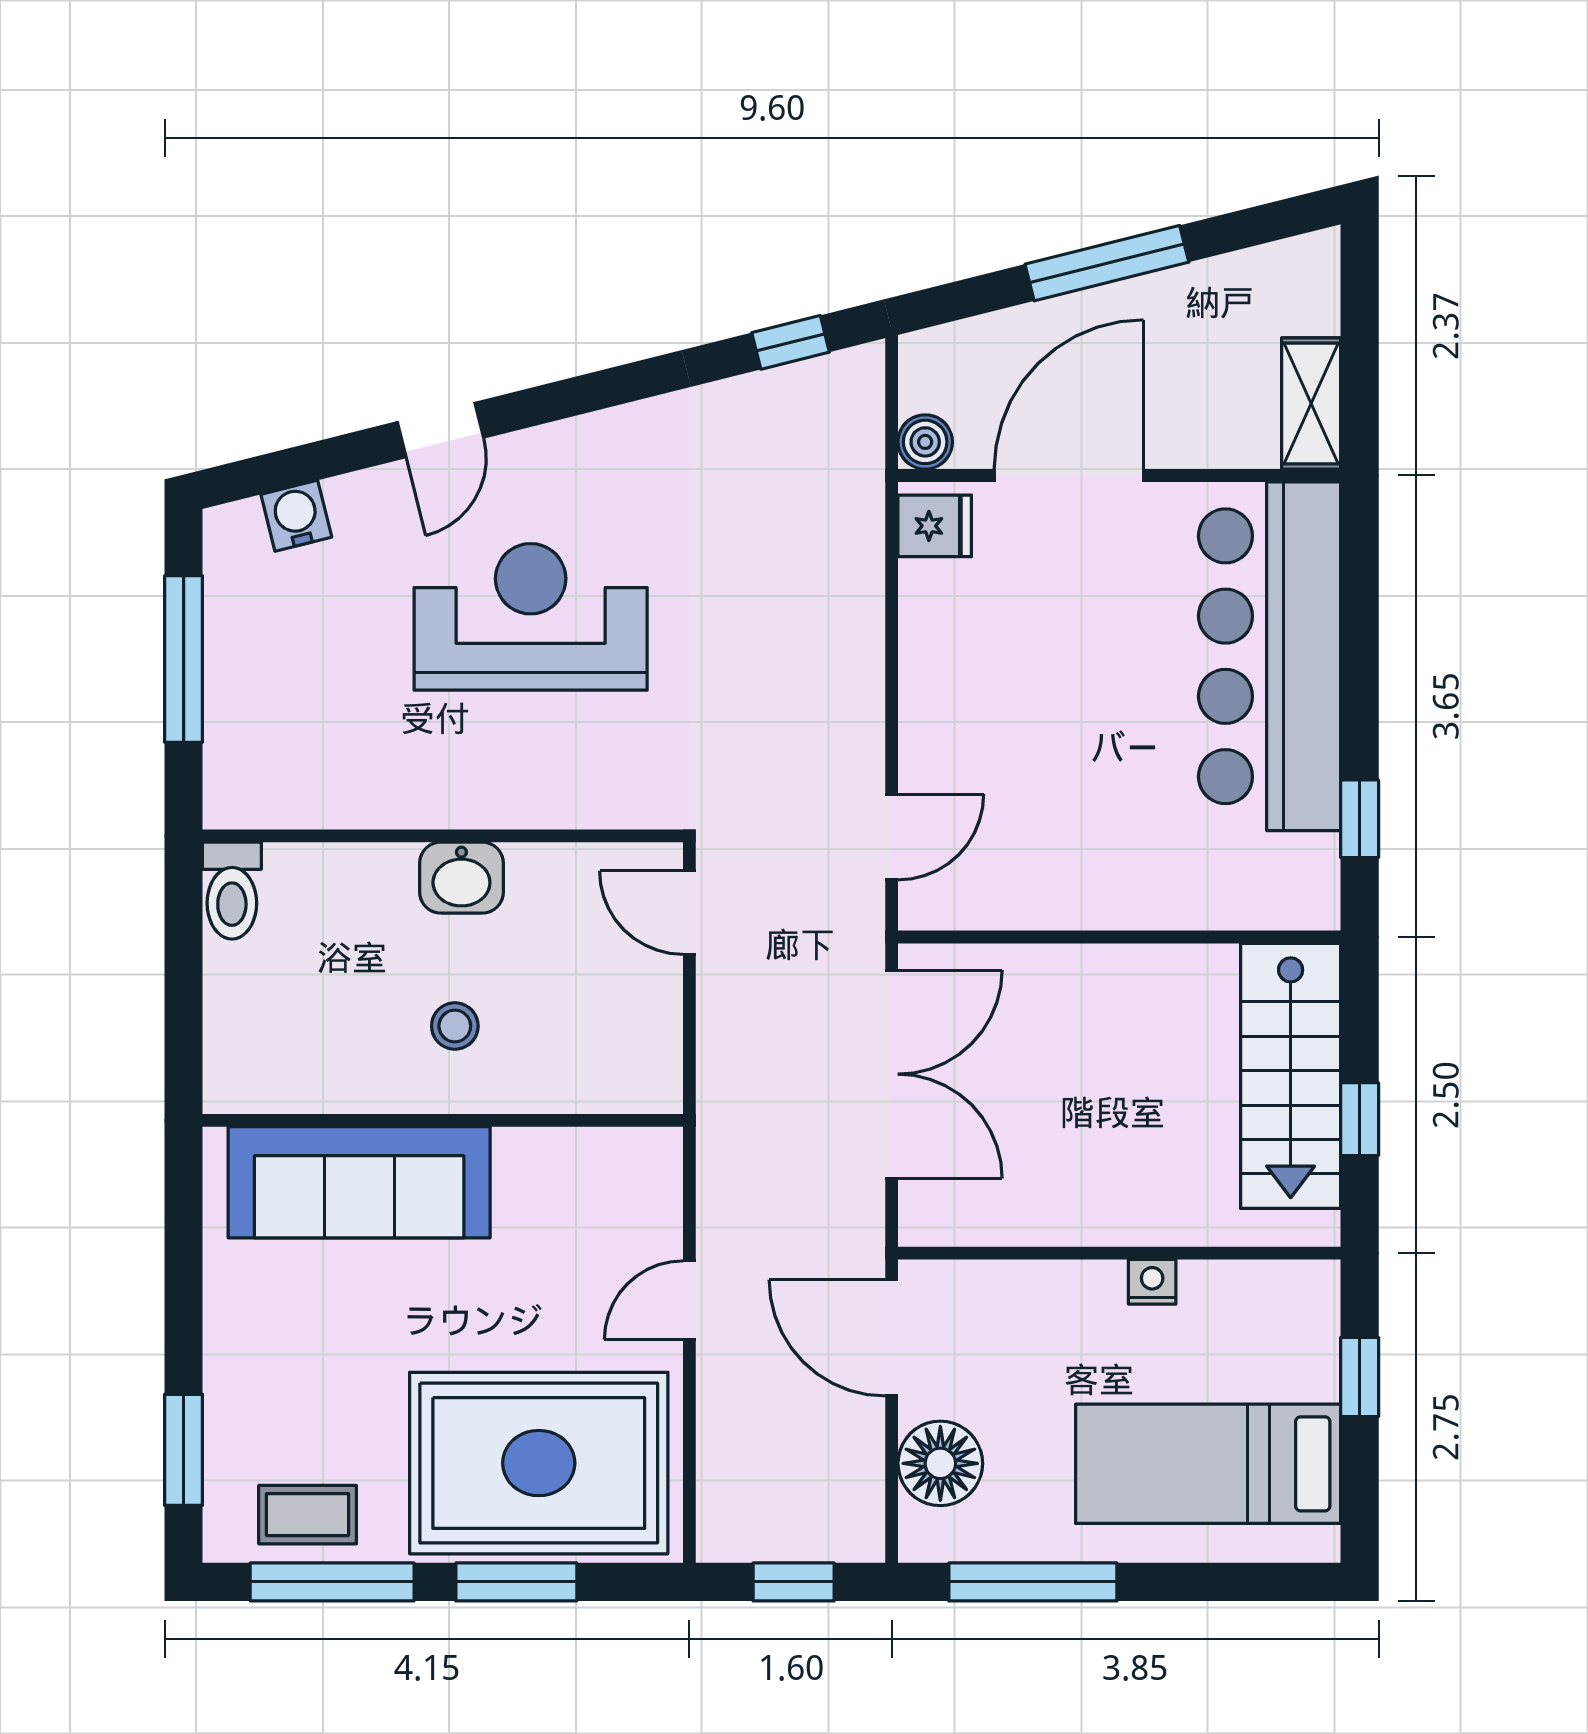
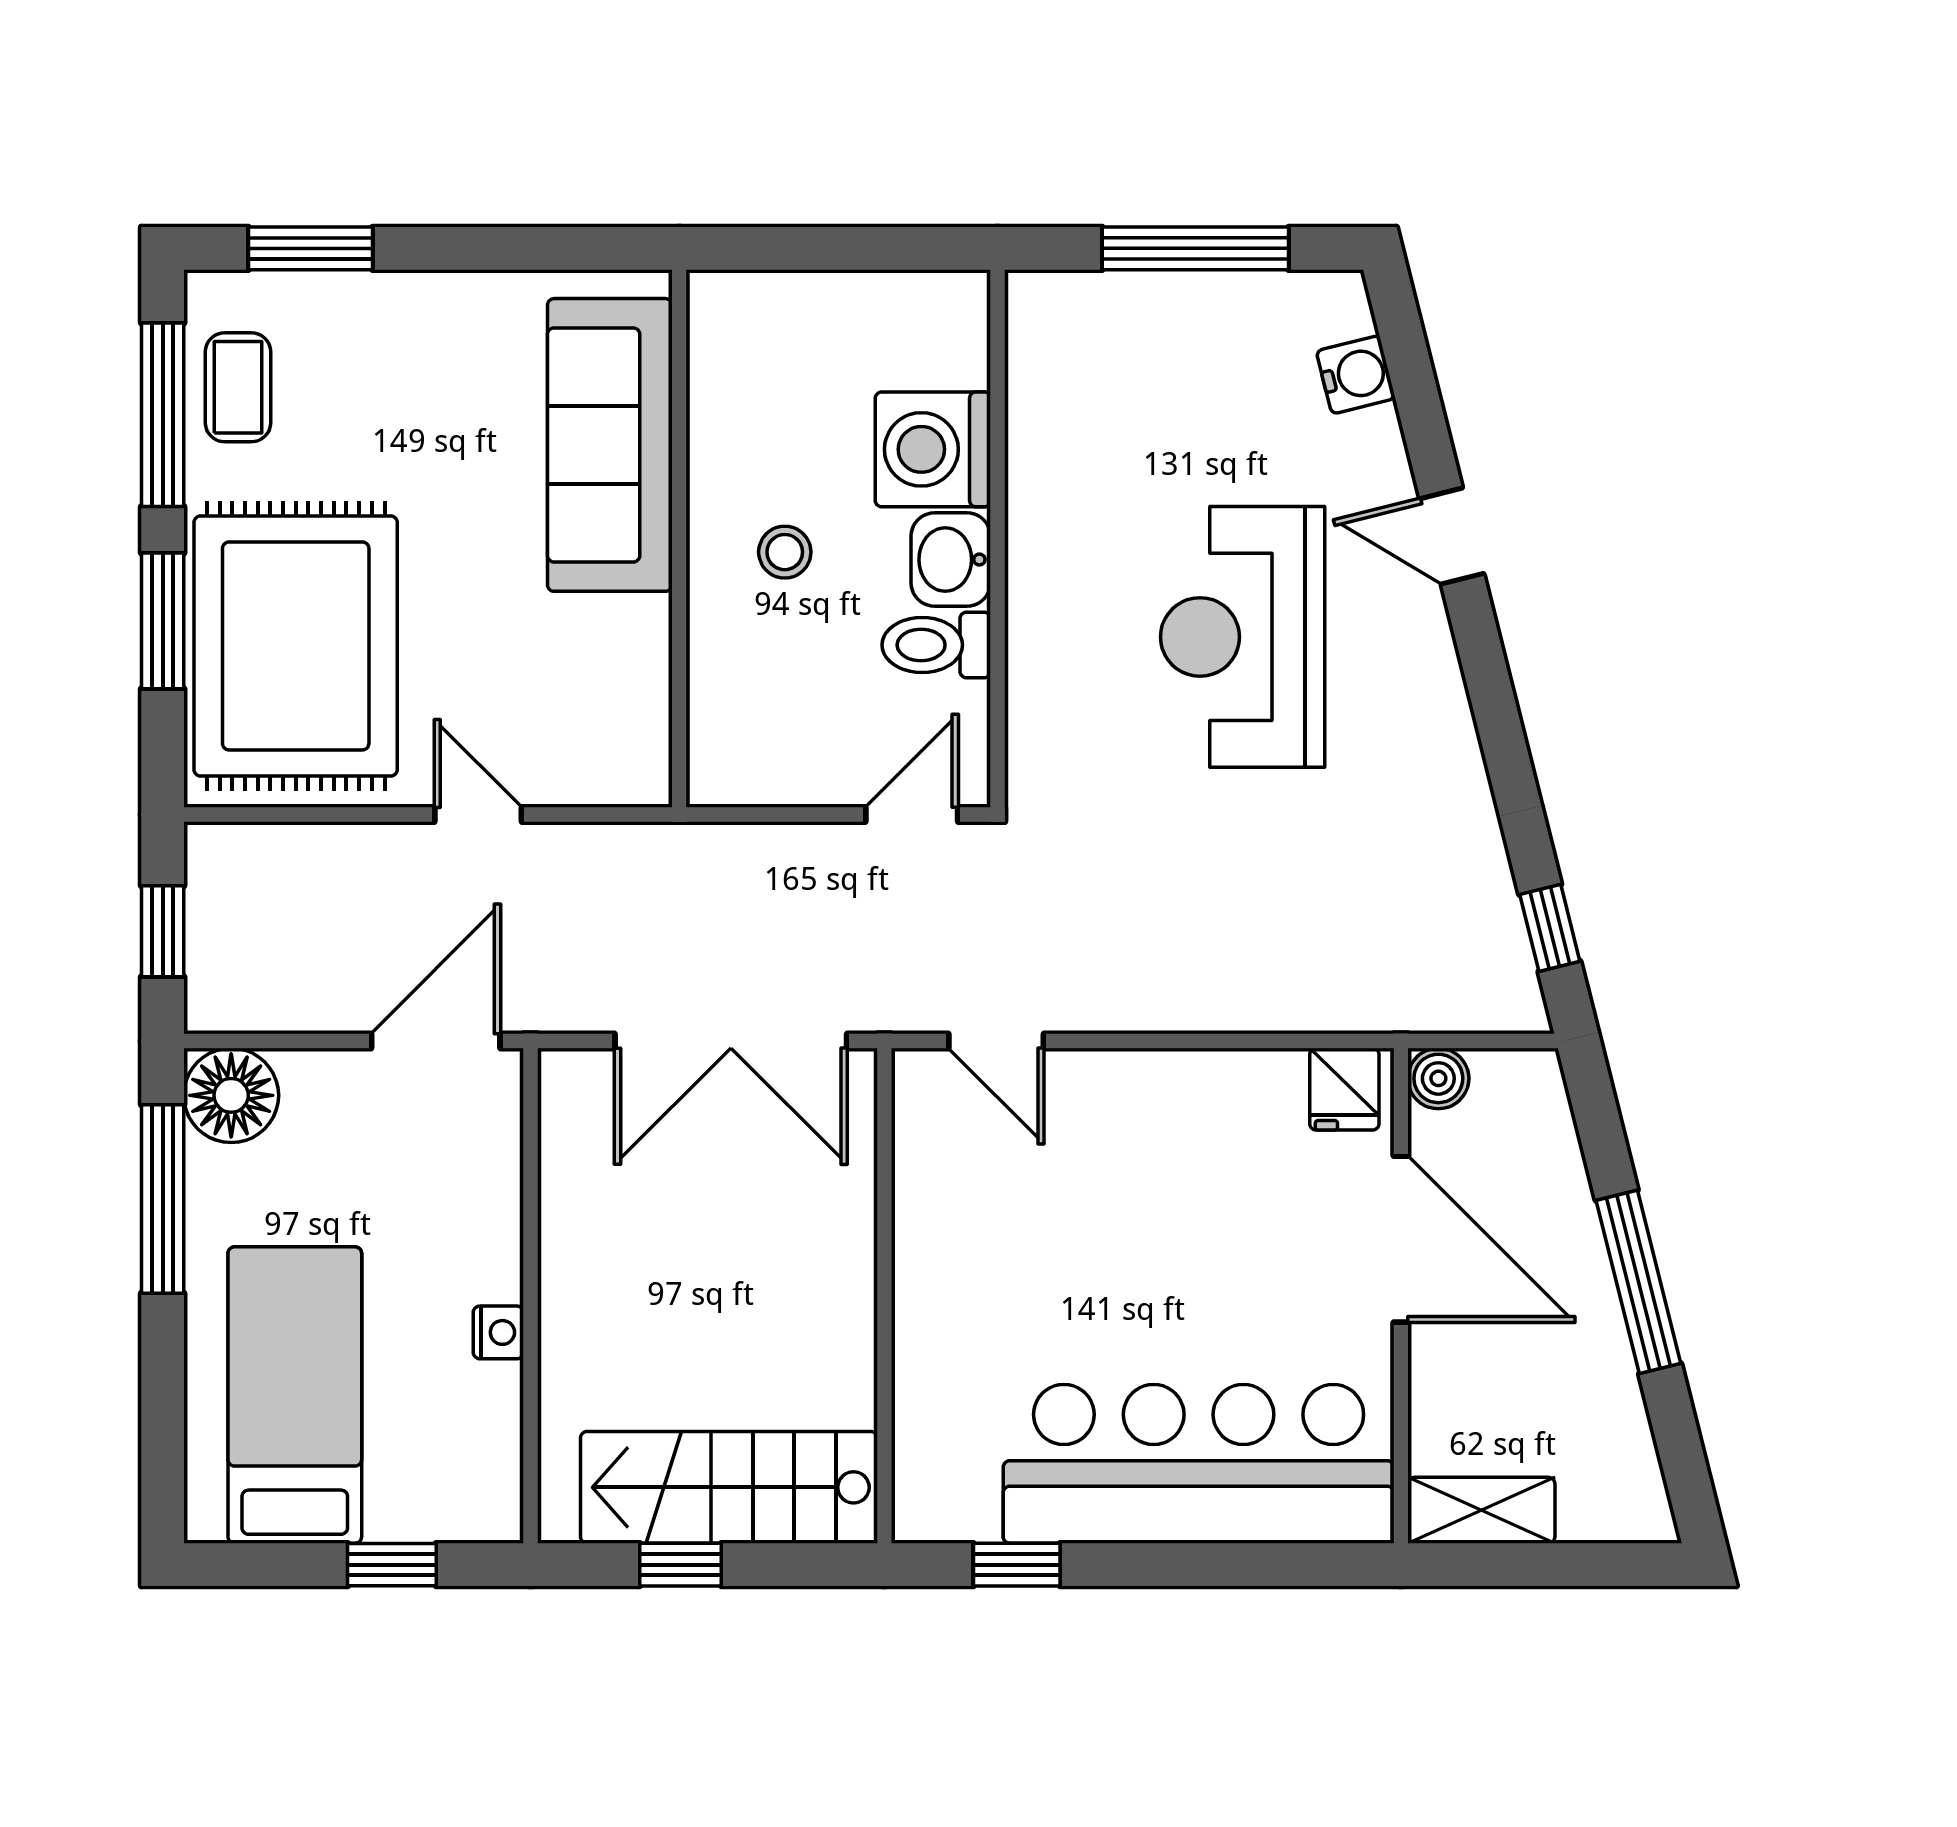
reception desk: (531, 617) -> (1243, 637), turned 180
toilet: (232, 891) -> (936, 645), moved
washing machine: (363, 894) -> (933, 449), added
floor lamp: (940, 1463) -> (231, 1095), moved

